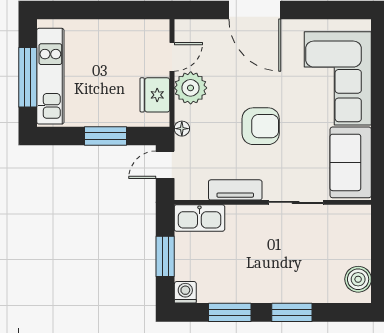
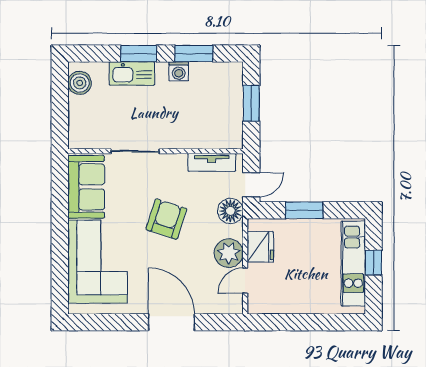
window: (28, 77) -> (373, 262), width x0.46
armchair: (261, 126) -> (166, 219), turned 108
floor lamp: (182, 129) -> (230, 211), width x1.89, depth x1.89
tv unit: (235, 190) -> (212, 162), moved
kitchen sink: (199, 218) -> (132, 73), moved, turned 180
washing machine: (185, 292) -> (179, 71), moved

